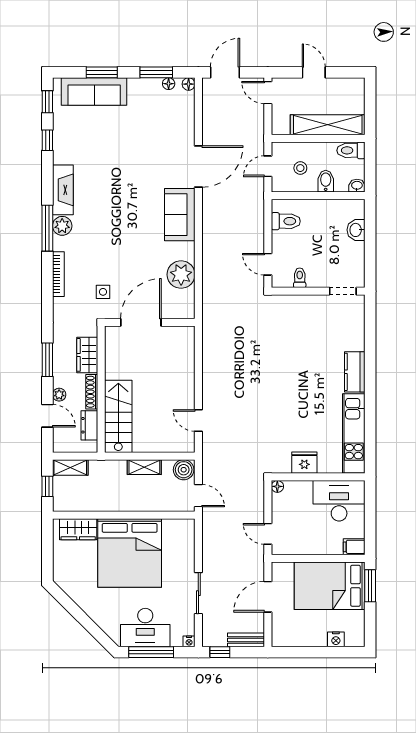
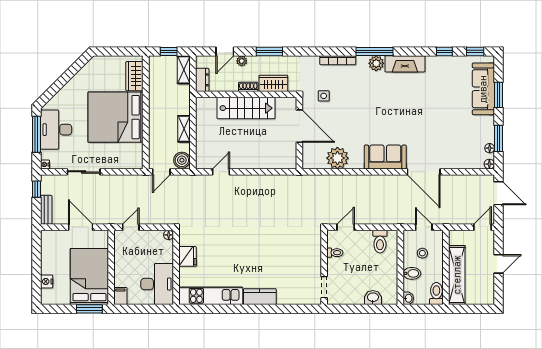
shoe rack: (92, 392) -> (248, 87), width x0.70
stairs: (118, 416) -> (246, 108), moved
dresser: (89, 425) -> (202, 80), moved, turned 90

